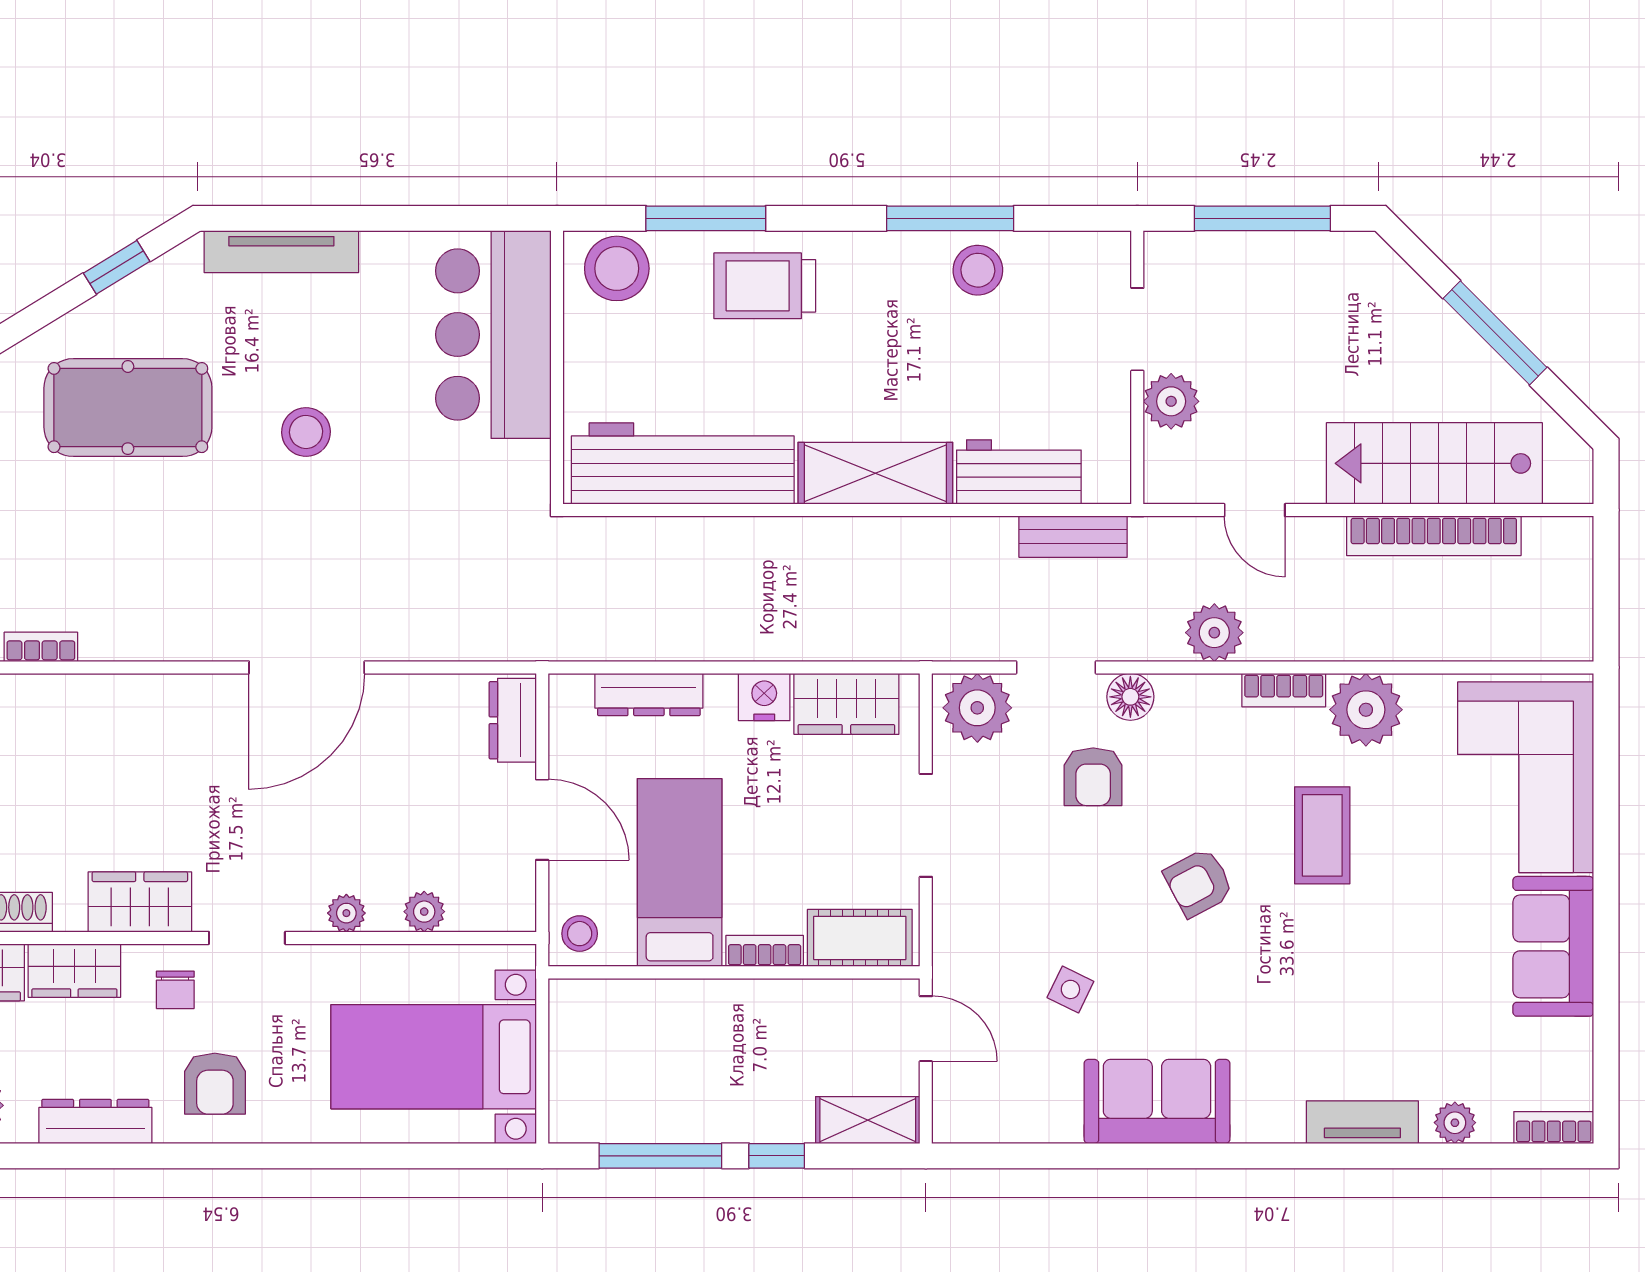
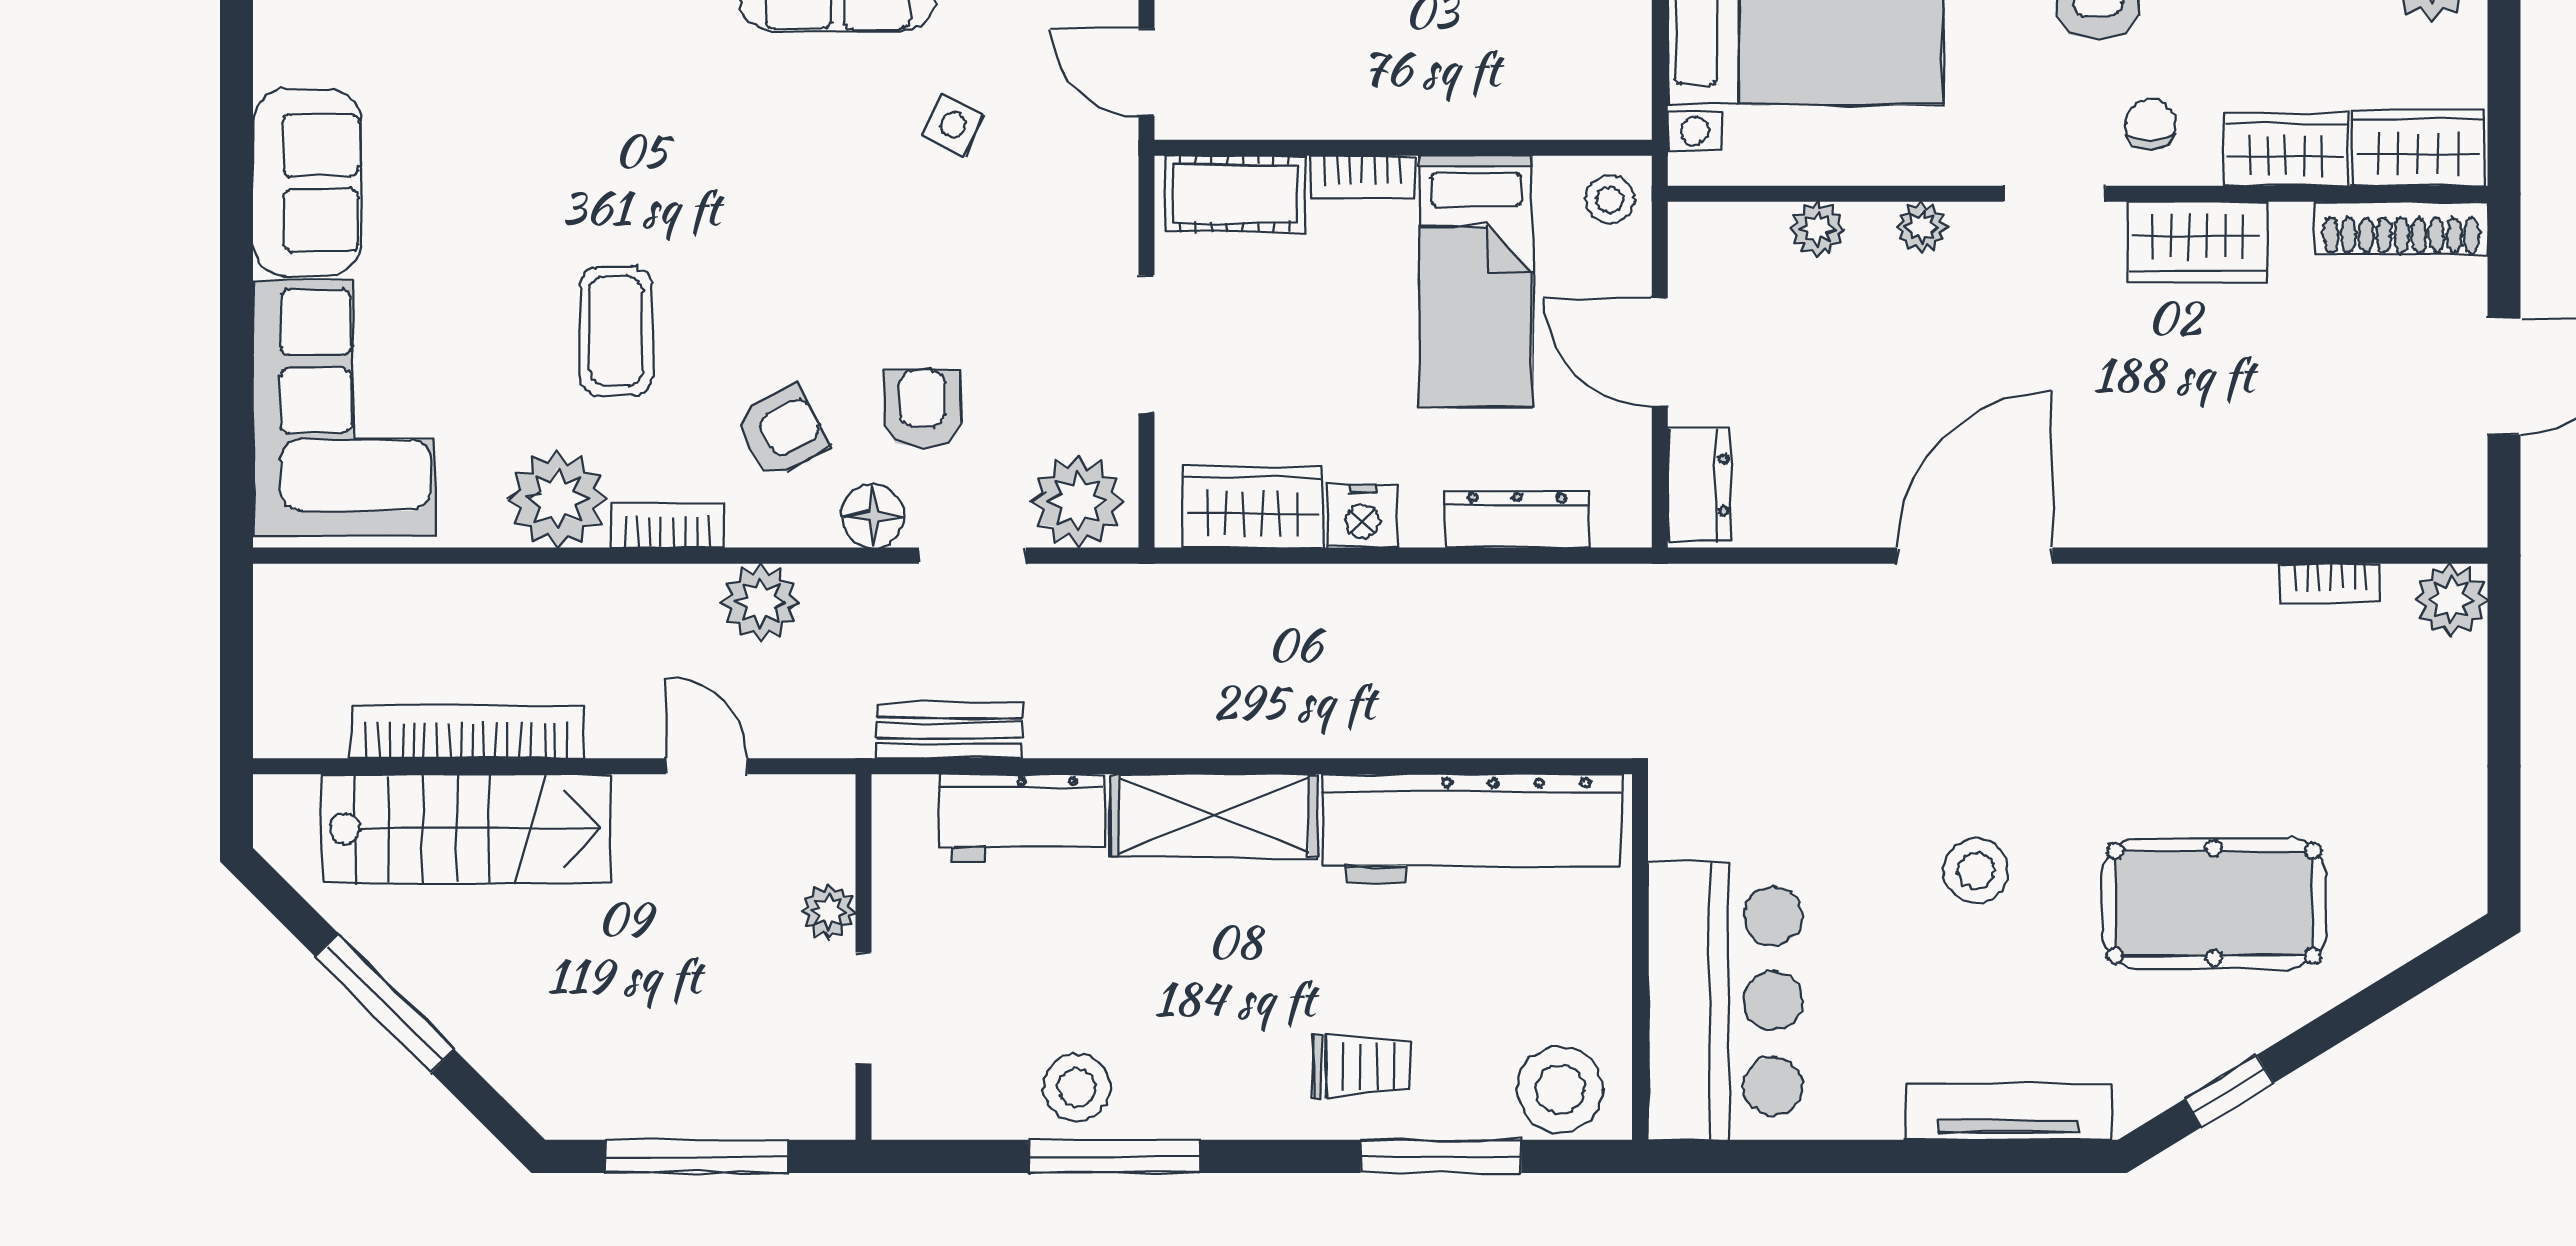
trolley: (765, 286) -> (1362, 1066), width x0.73, depth x0.72
plant: (1171, 401) -> (829, 912), width x0.73, depth x0.73
armchair: (1199, 883) -> (781, 432), moved

